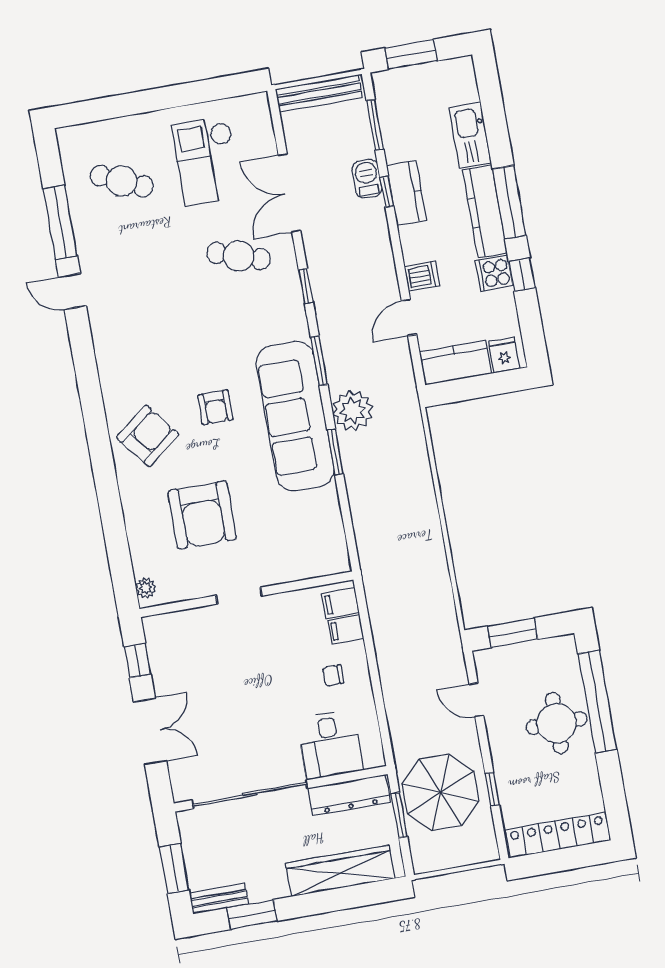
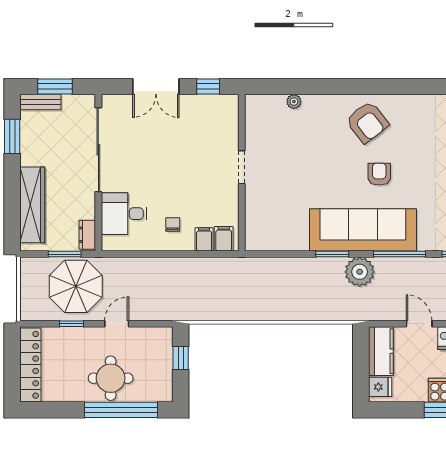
window: (319, 361) -> (400, 254), width x1.44
armchair: (215, 407) -> (379, 174), turned 90
armchair: (202, 515) -> (304, 151), removed
plant: (146, 588) -> (294, 102), moved
window: (513, 633) -> (181, 358), width x0.67
door: (476, 700) -> (117, 324), moved
dresser: (349, 795) -> (87, 235), width x0.51, depth x0.80
bench: (219, 899) -> (40, 102), moved, turned 90

